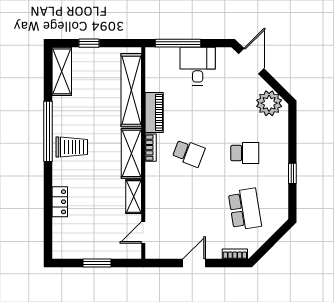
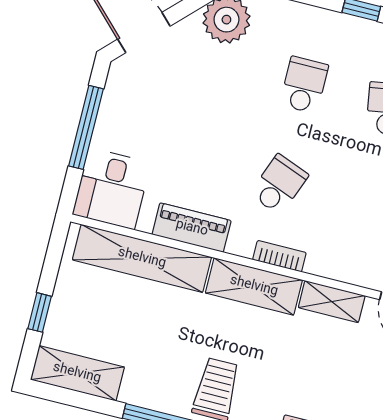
window: (178, 43) -> (86, 127), moved
desk: (198, 66) -> (112, 189), moved, turned -90
bookcase: (151, 148) -> (279, 256), moved

